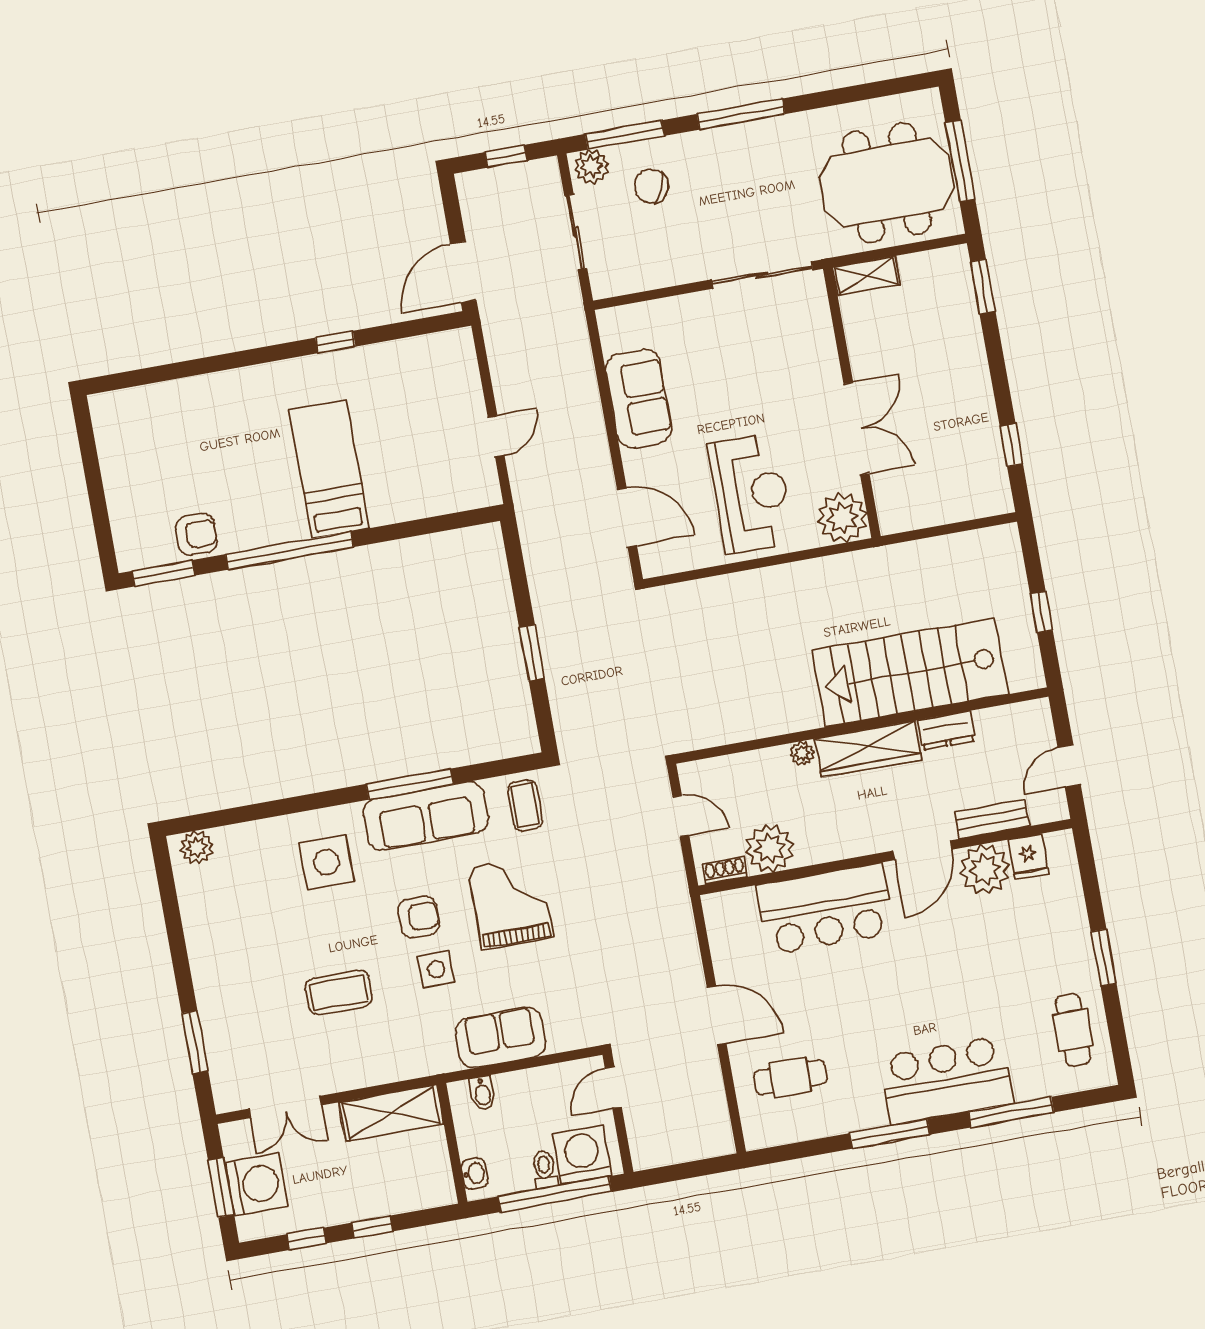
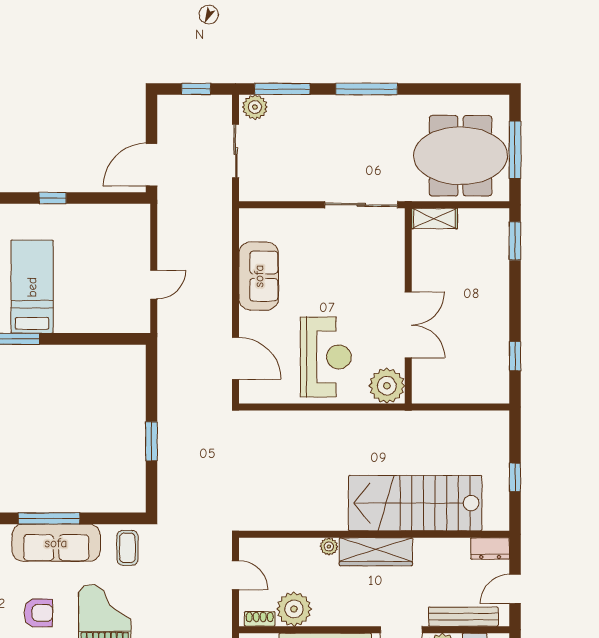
chair: (651, 186) -> (295, 128), removed
dresser: (947, 730) -> (490, 549), moved
bench: (992, 819) -> (463, 617), width x1.36

